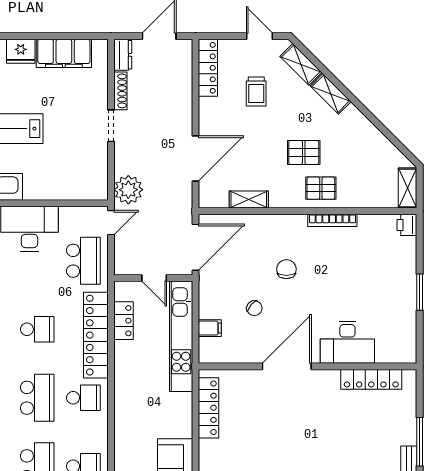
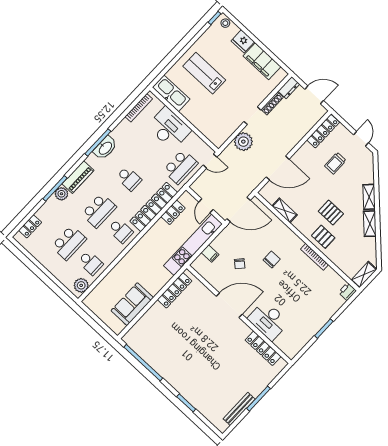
shelving: (301, 64) -> (370, 224), moved
plant: (128, 190) -> (243, 142), moved

